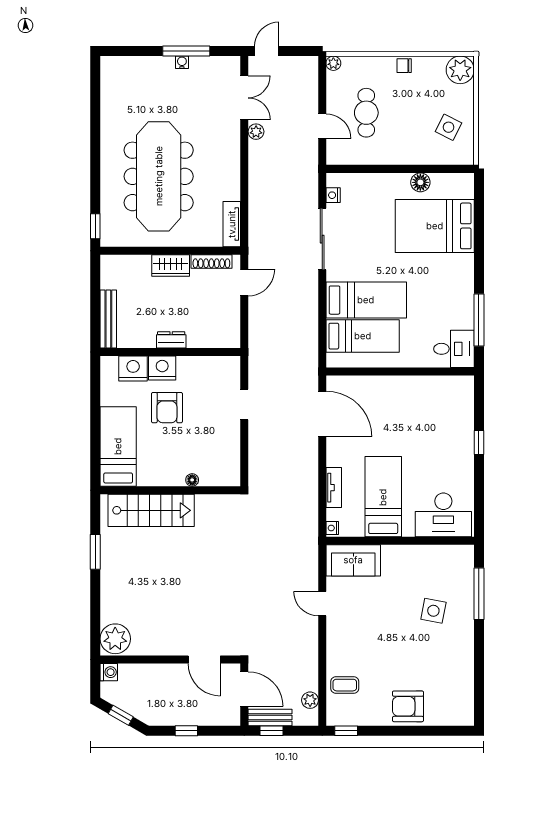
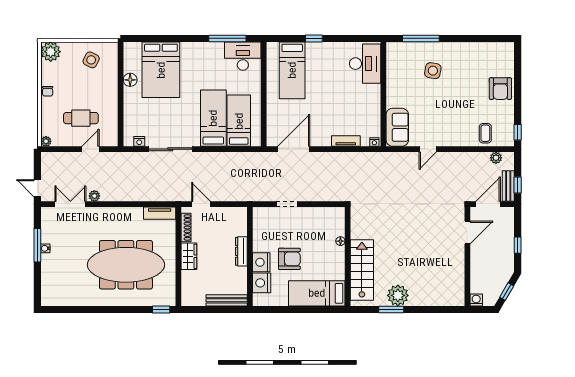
dresser: (171, 340) -> (241, 251), width x1.44
desk: (454, 349) -> (243, 56), width x1.37
bed: (383, 497) -> (292, 70), moved, turned -90
plant: (115, 639) -> (398, 295), moved

